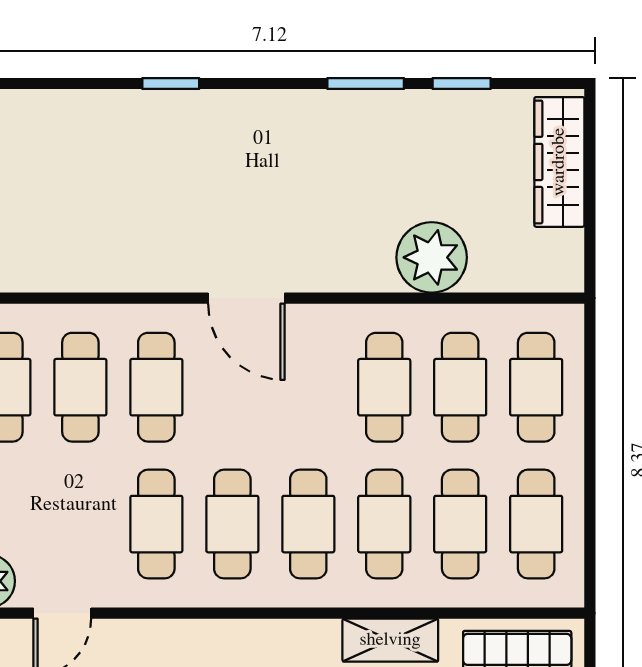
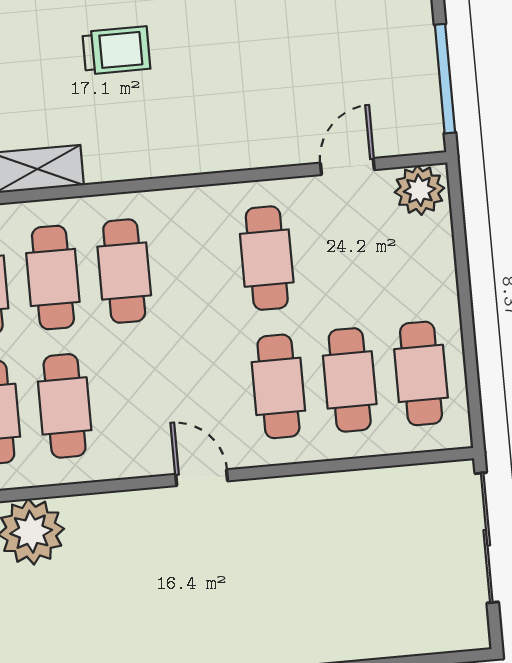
door: (246, 298) -> (202, 478), width x0.73
cafe table: (232, 524) -> (195, 265), removed

